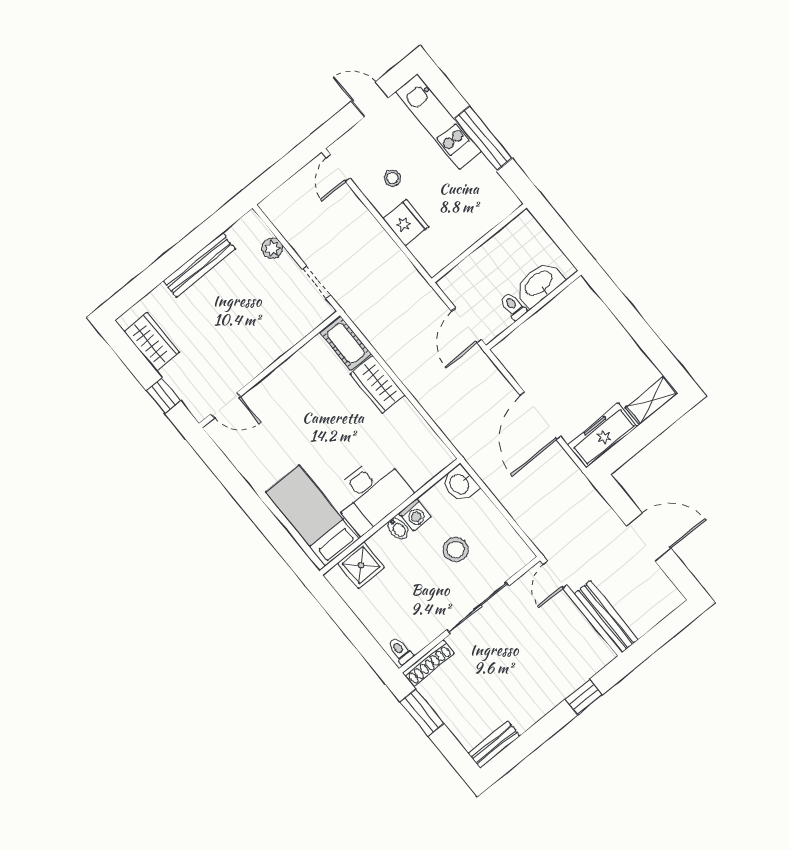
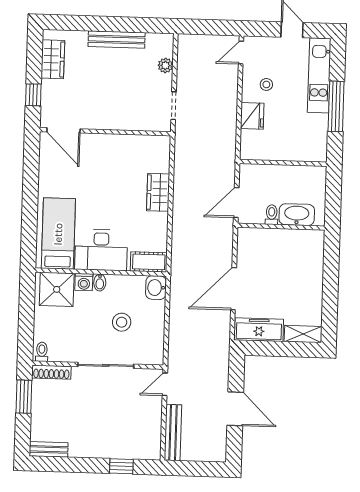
cot: (346, 343) -> (149, 262), moved, turned 90
door: (226, 405) -> (63, 130), width x1.37
washing machine: (415, 515) -> (84, 282), moved
shower: (361, 565) -> (57, 289), width x1.36, depth x1.36

